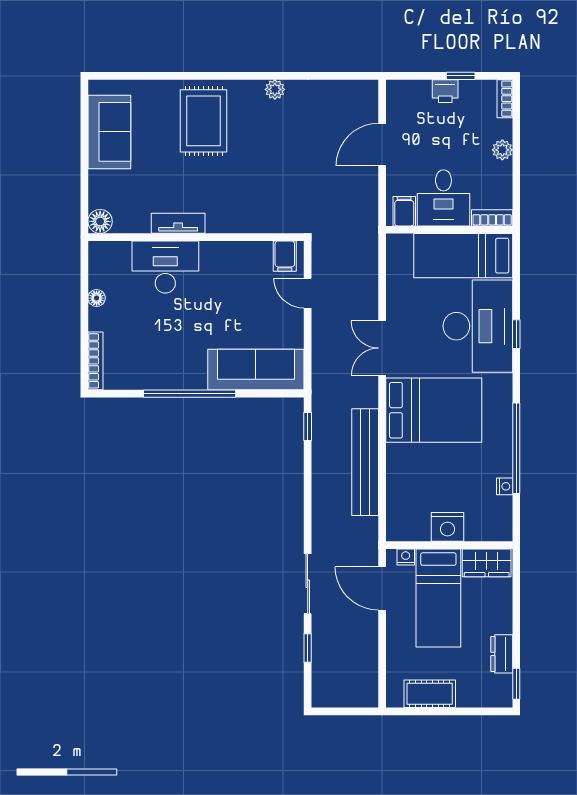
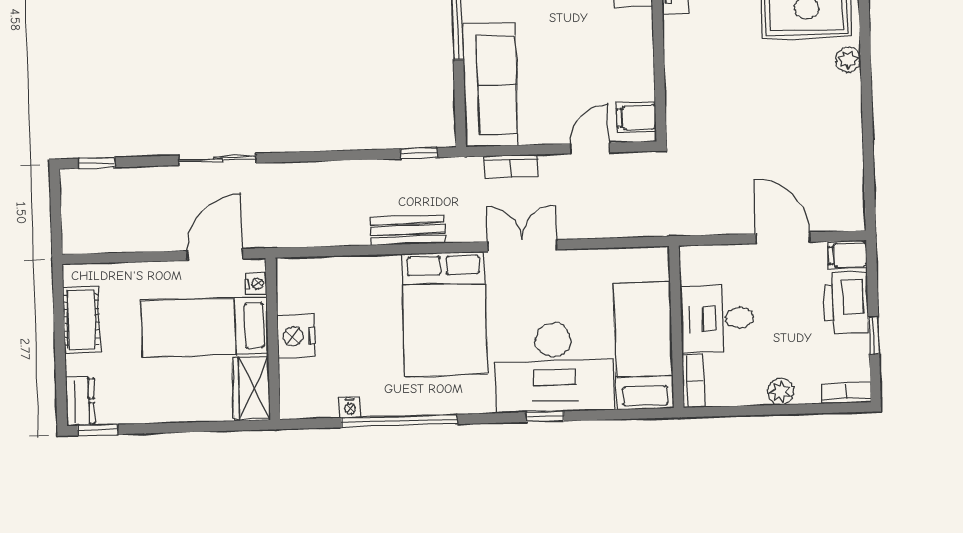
plant: (275, 89) -> (848, 60), moved
printer: (445, 91) -> (846, 302), width x1.87, depth x1.48
filing cabinet: (404, 211) -> (848, 255), moved, turned 180
bookcase: (320, 355) -> (511, 166), added
bench: (365, 462) -> (408, 230), width x0.54, depth x0.82
window: (308, 648) -> (97, 163), moved
dresser: (502, 654) -> (80, 401), moved, turned 90

